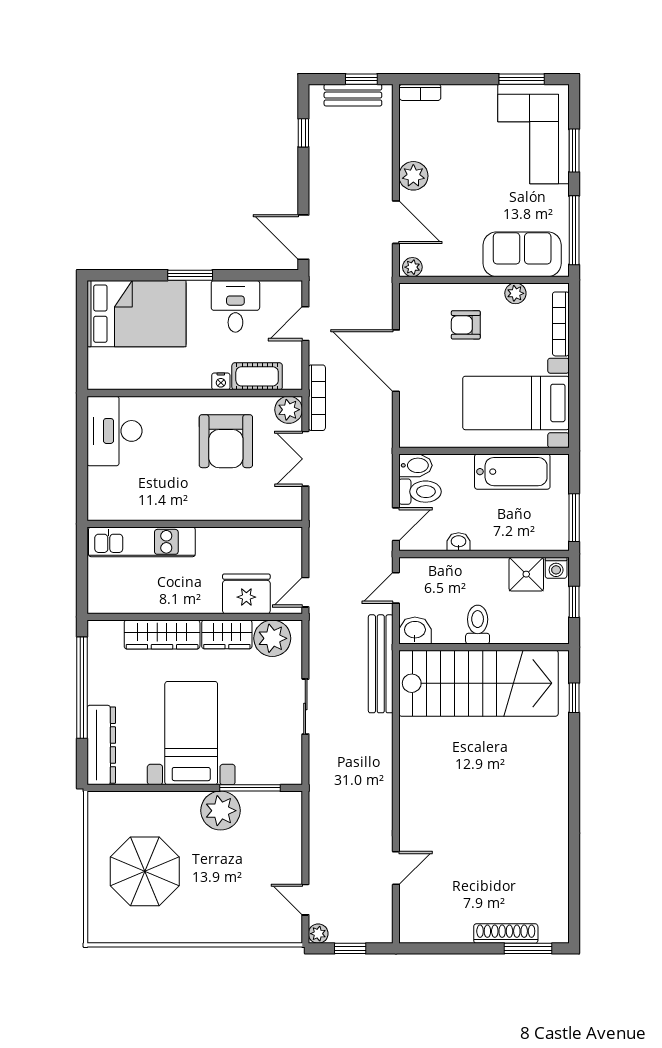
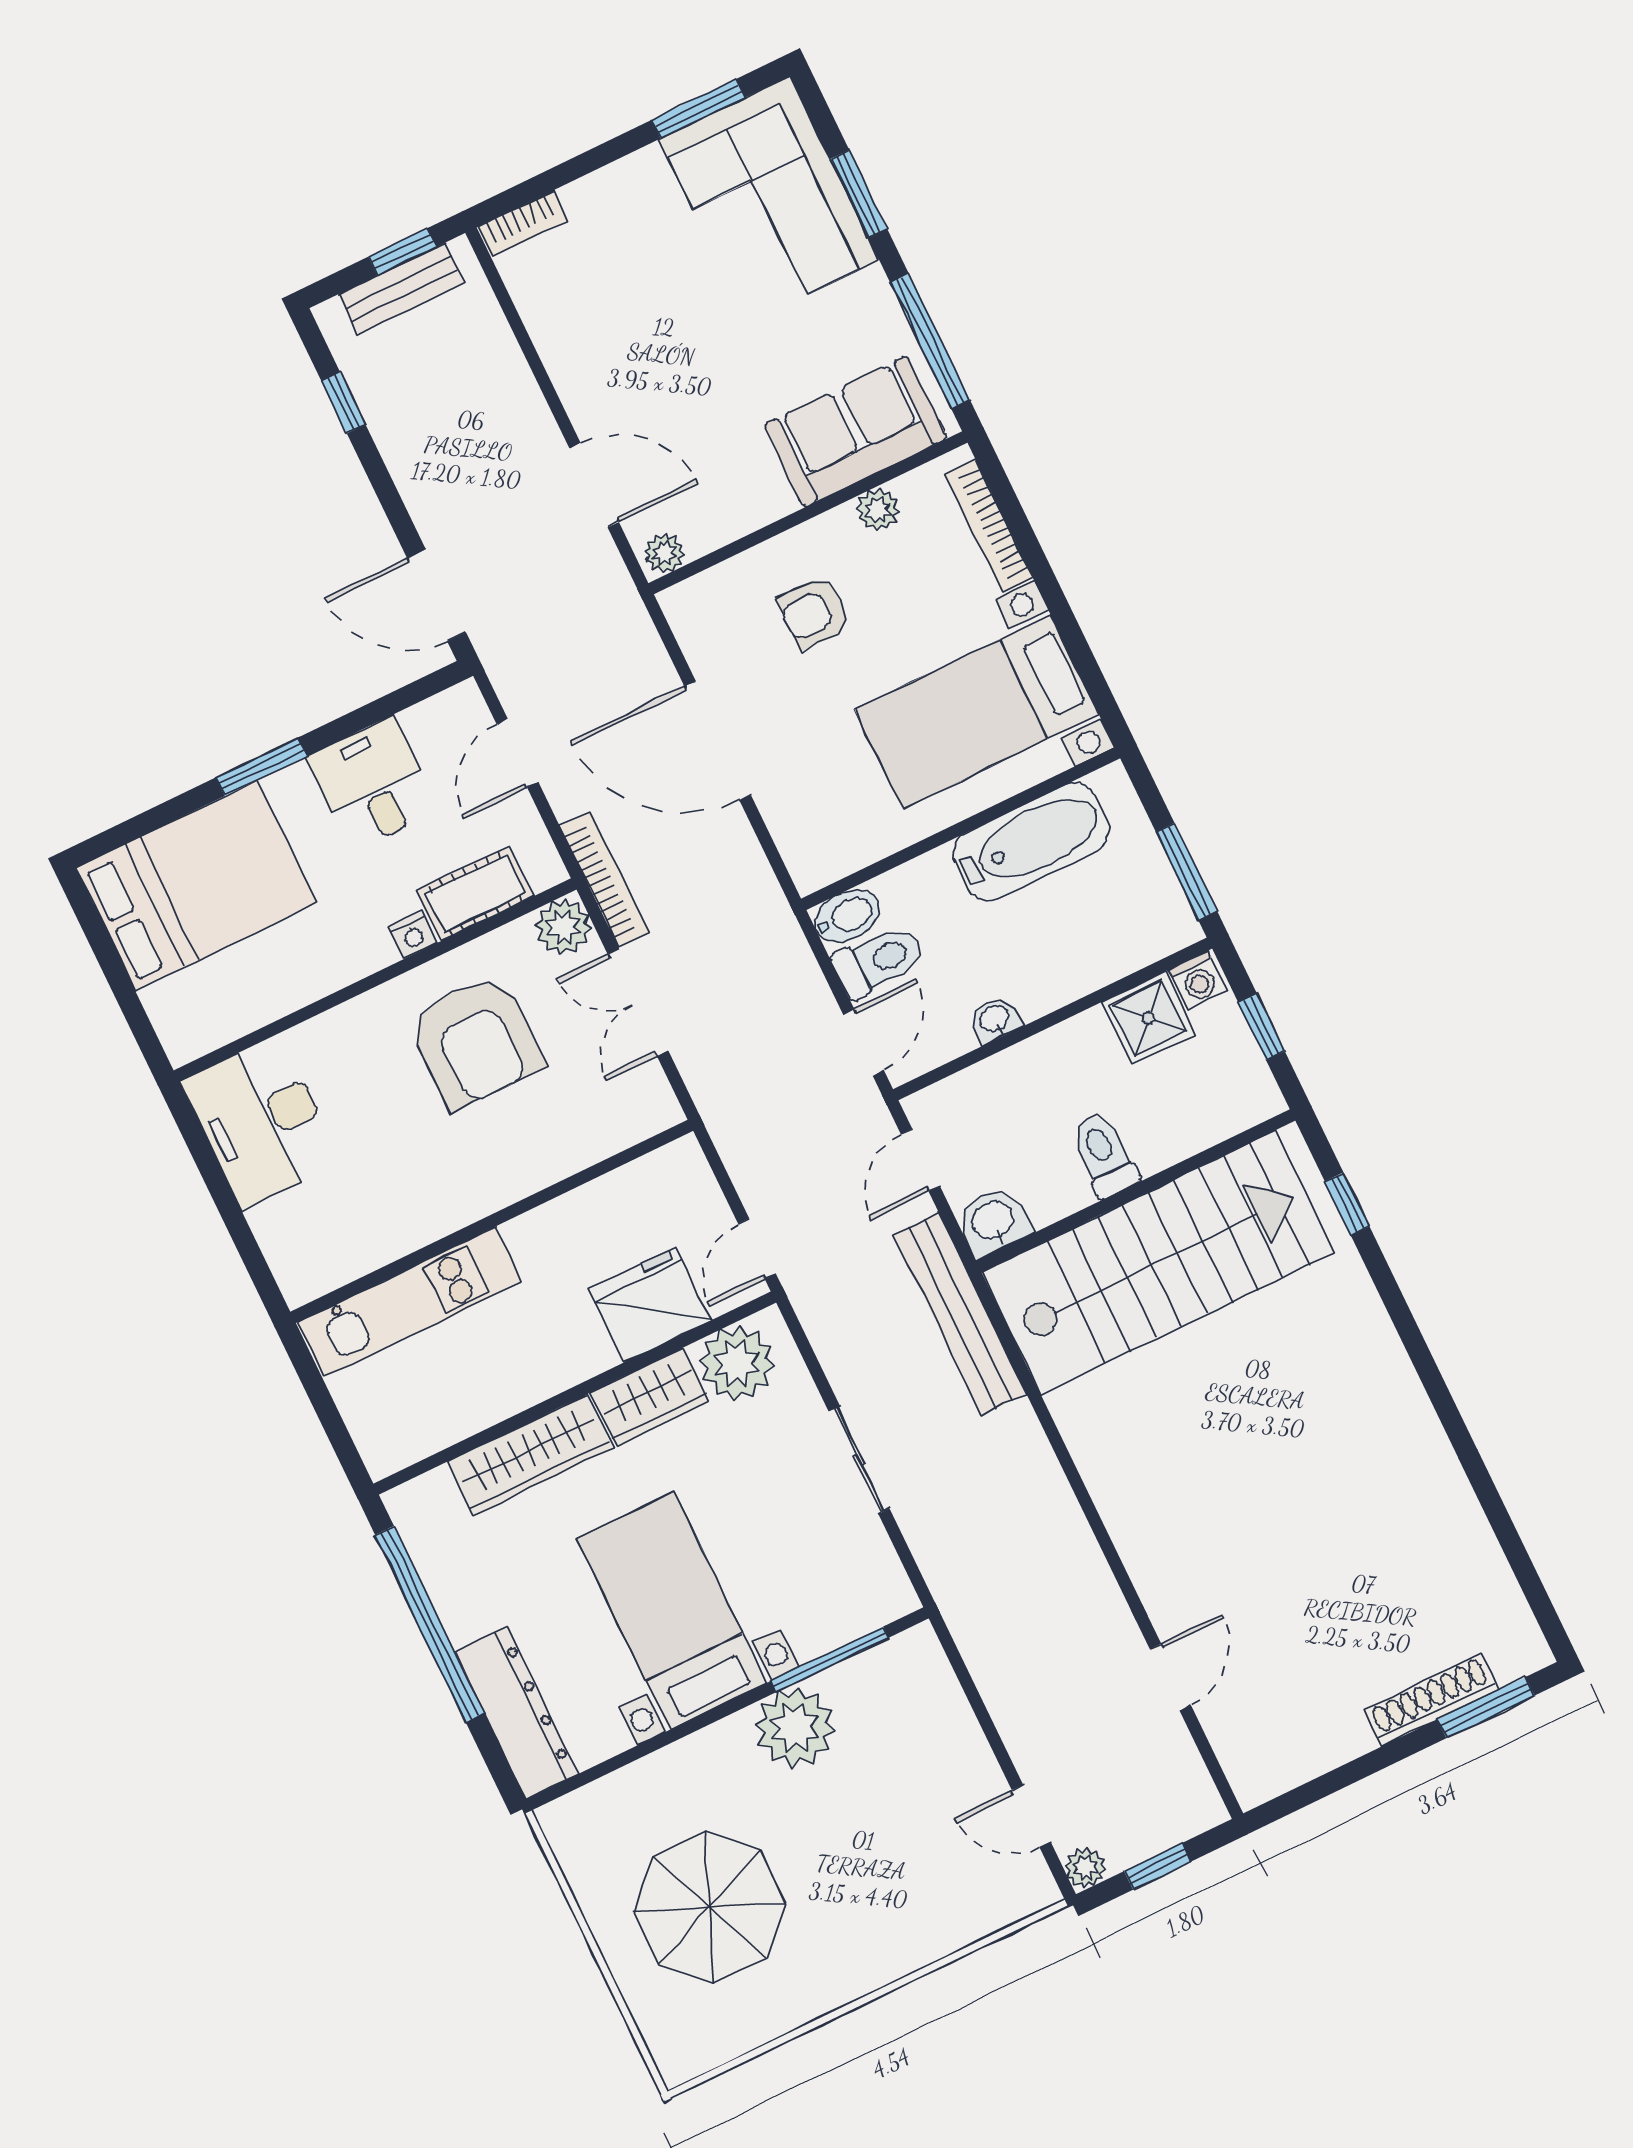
plant: (413, 176) -> (585, 384), removed

